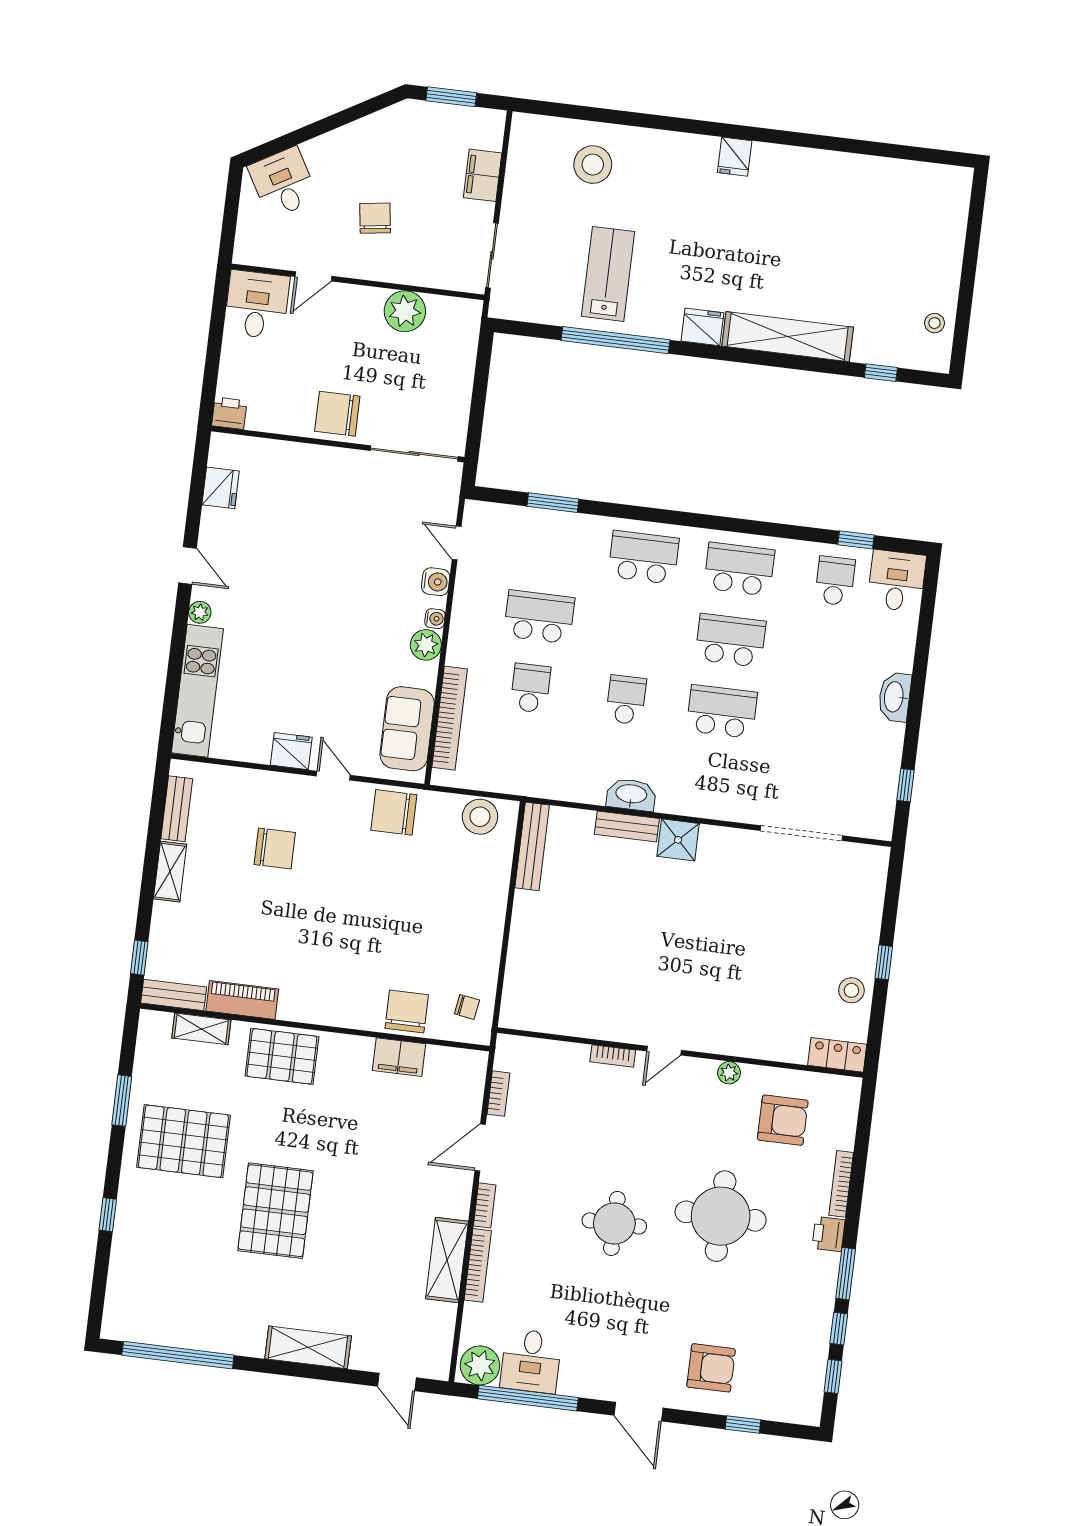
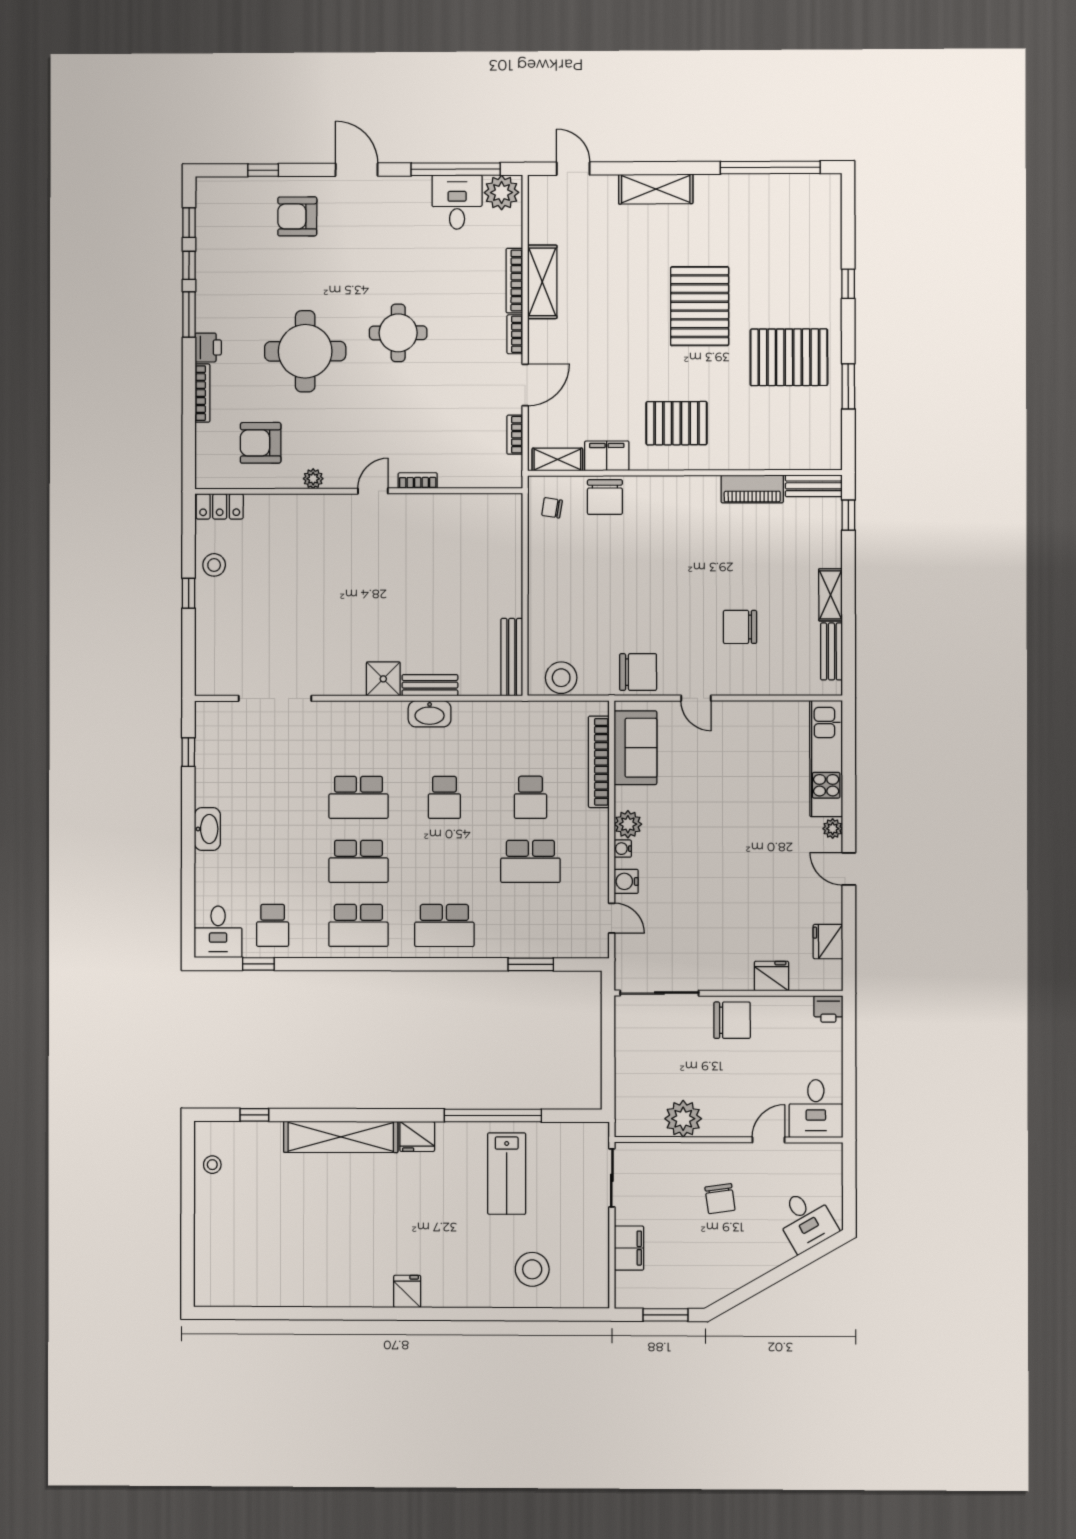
fridge: (291, 751) -> (772, 976), moved, turned 180
shelving: (201, 1029) -> (557, 459), moved
pallet: (282, 1056) -> (677, 423), moved

